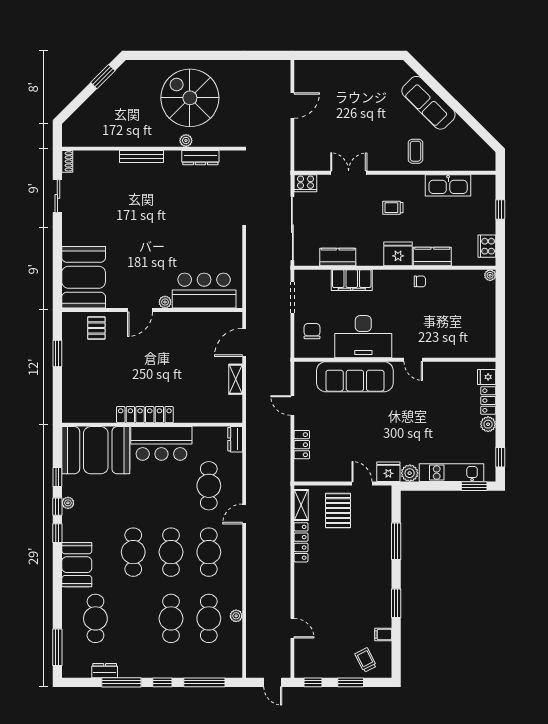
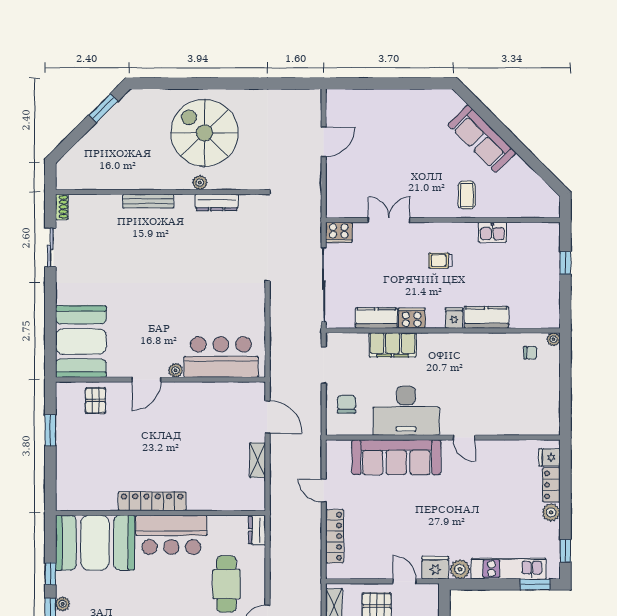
kitchen sink: (448, 185) -> (492, 232), width x0.53, depth x0.81
cooker: (487, 246) -> (412, 318), moved, turned 90
fridge: (398, 254) -> (454, 318), width x0.53, depth x0.75
chair: (420, 281) -> (530, 353), moved
door: (244, 342) -> (268, 417), swing flipped
locker: (302, 445) -> (335, 536), width x1.53

